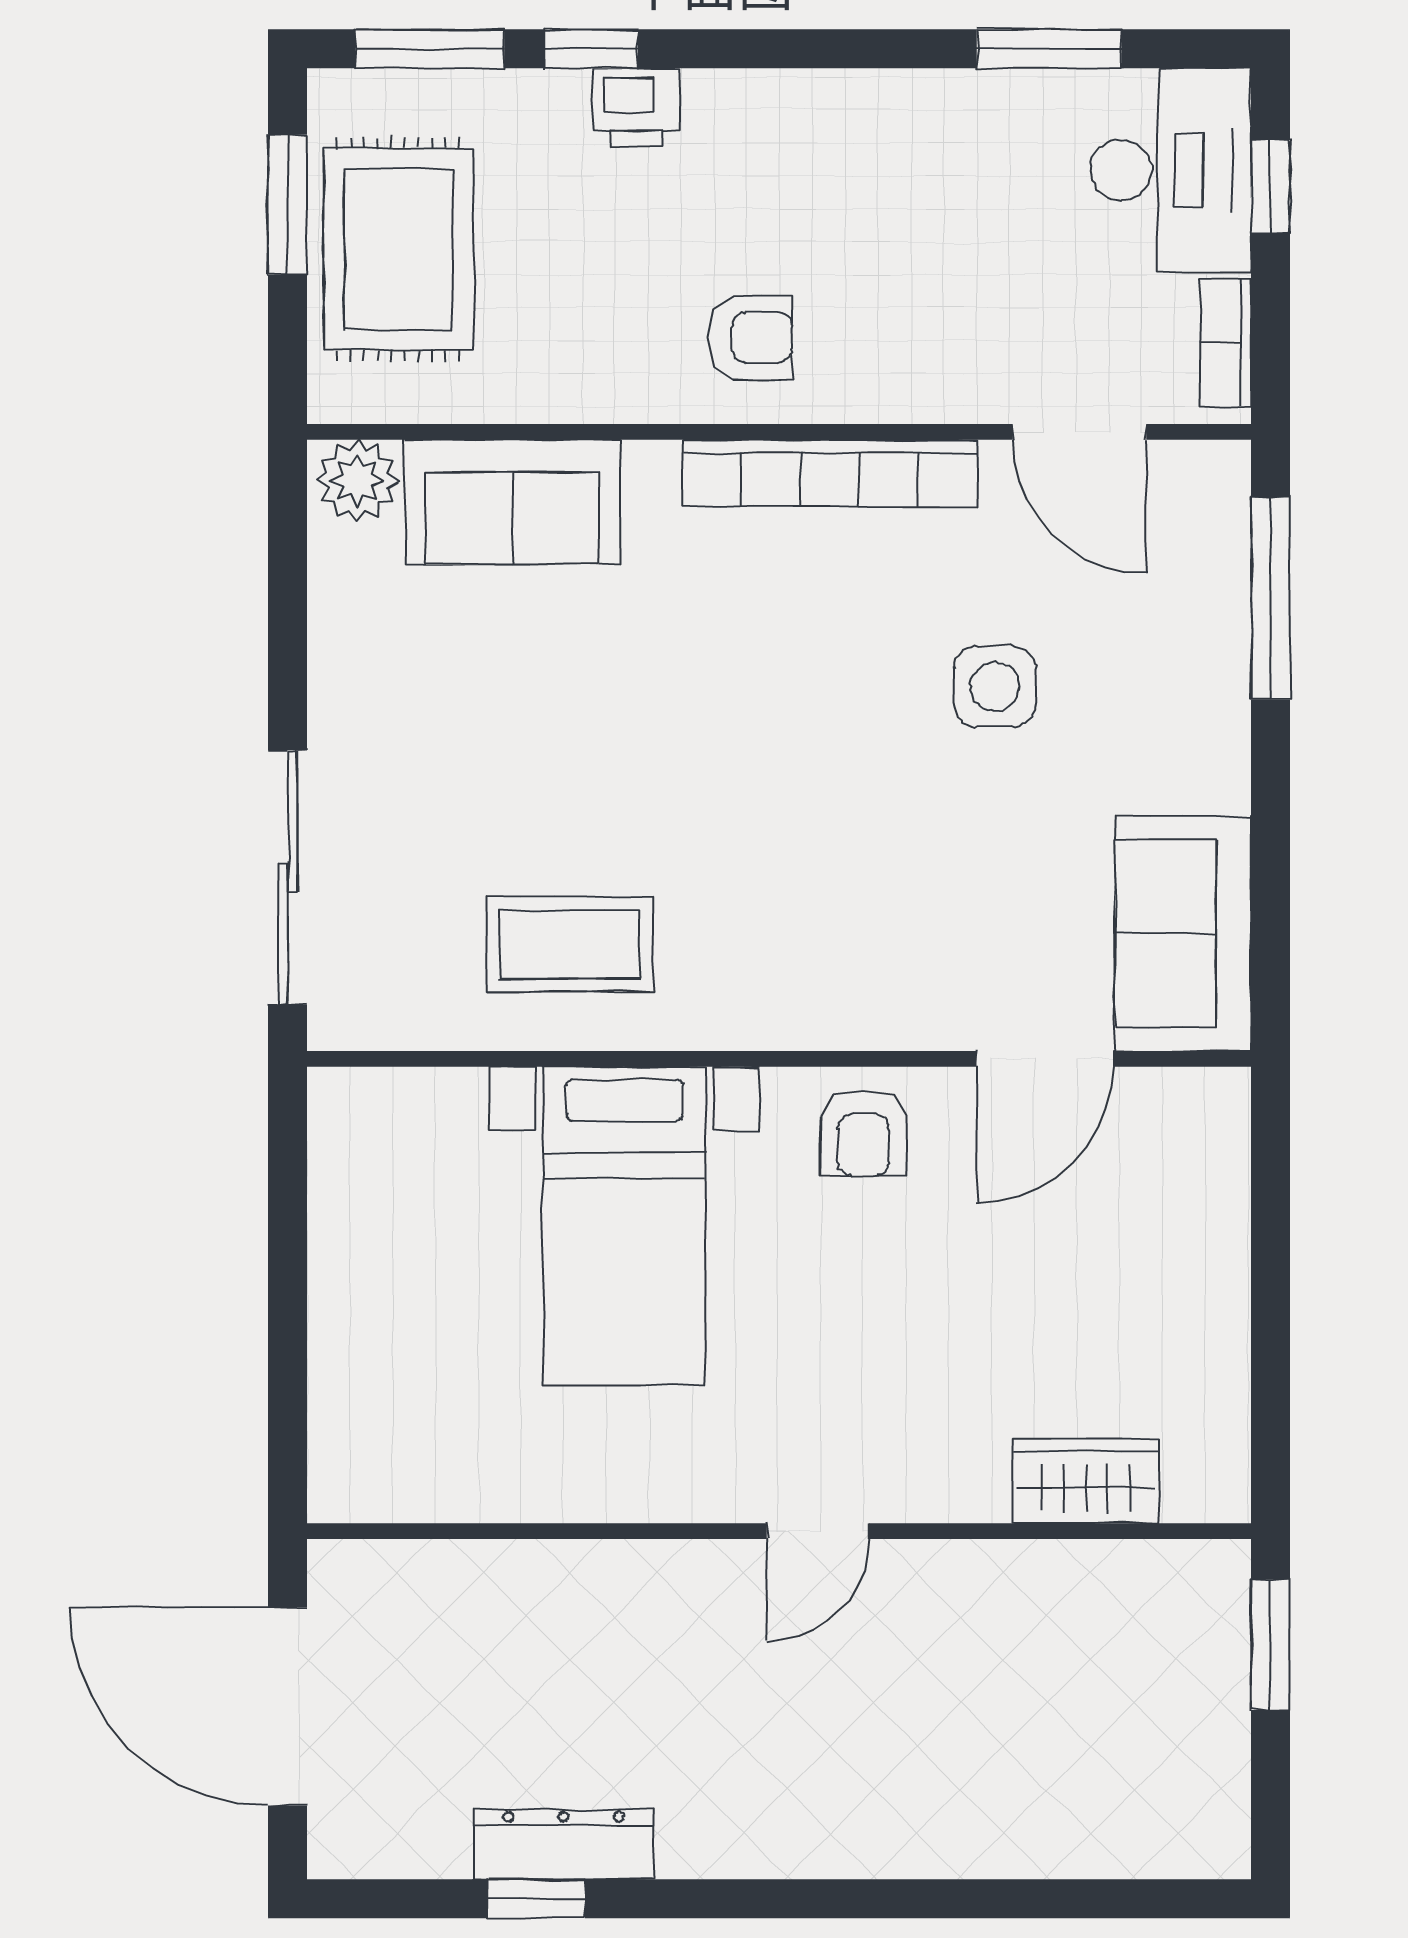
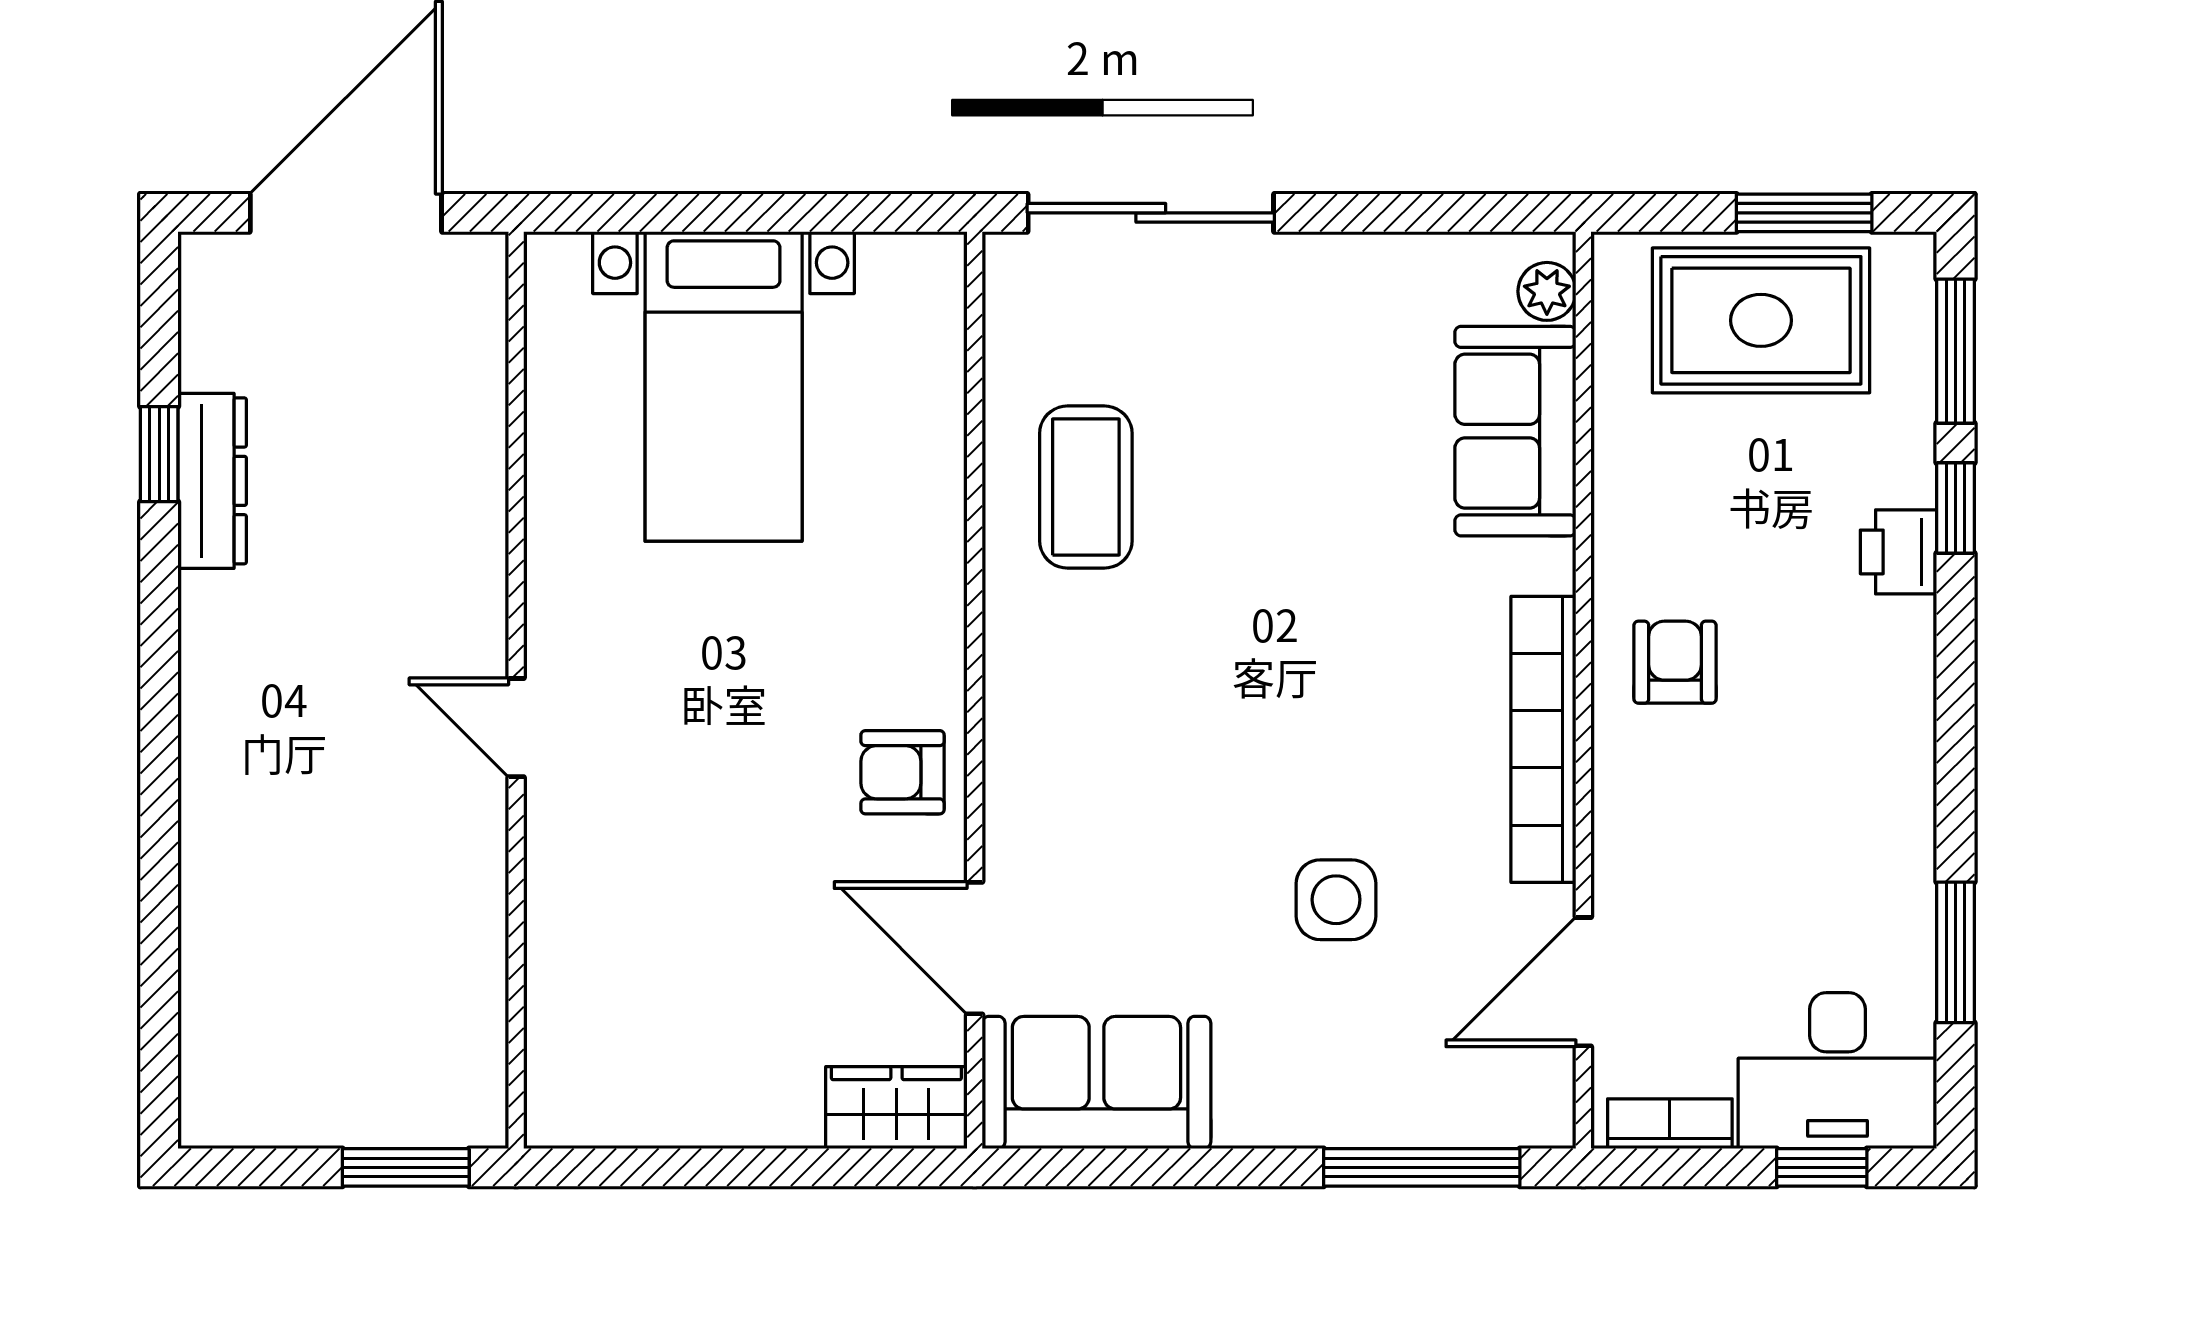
armchair: (750, 338) -> (1675, 662), turned 180
plant: (357, 481) -> (1547, 291), width x0.73, depth x0.73
bed with nightstands: (624, 1226) -> (724, 386), moved, turned -90
wardrobe: (1086, 1481) -> (896, 1108), moved, turned -90

